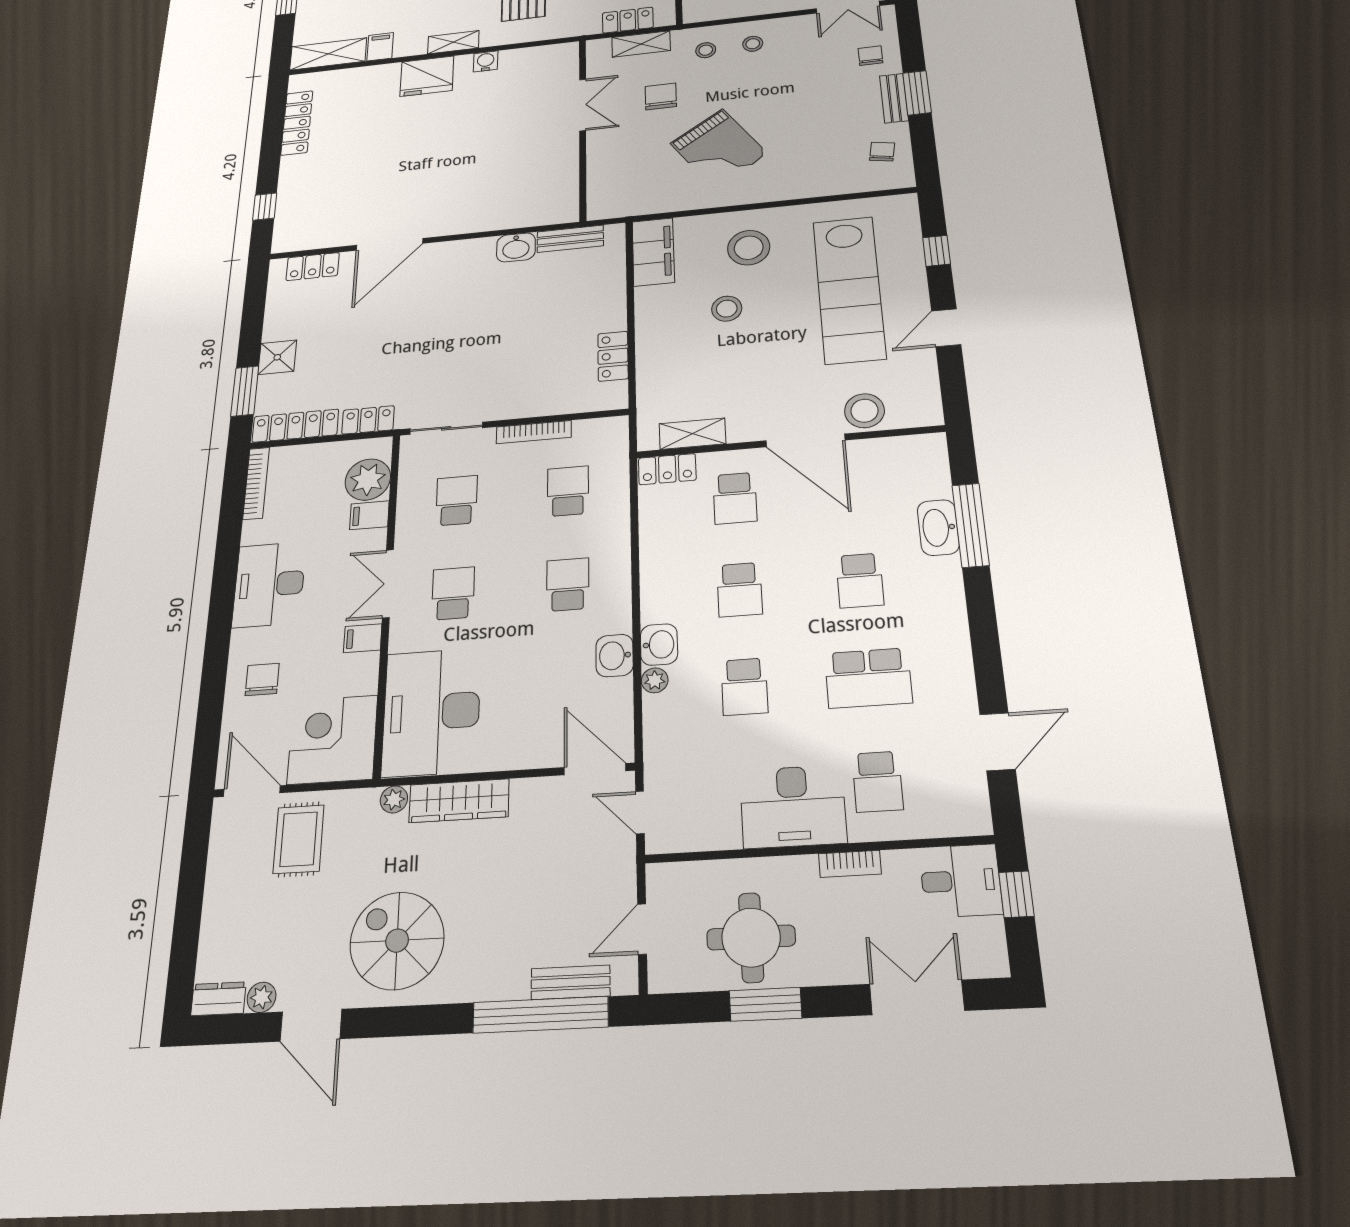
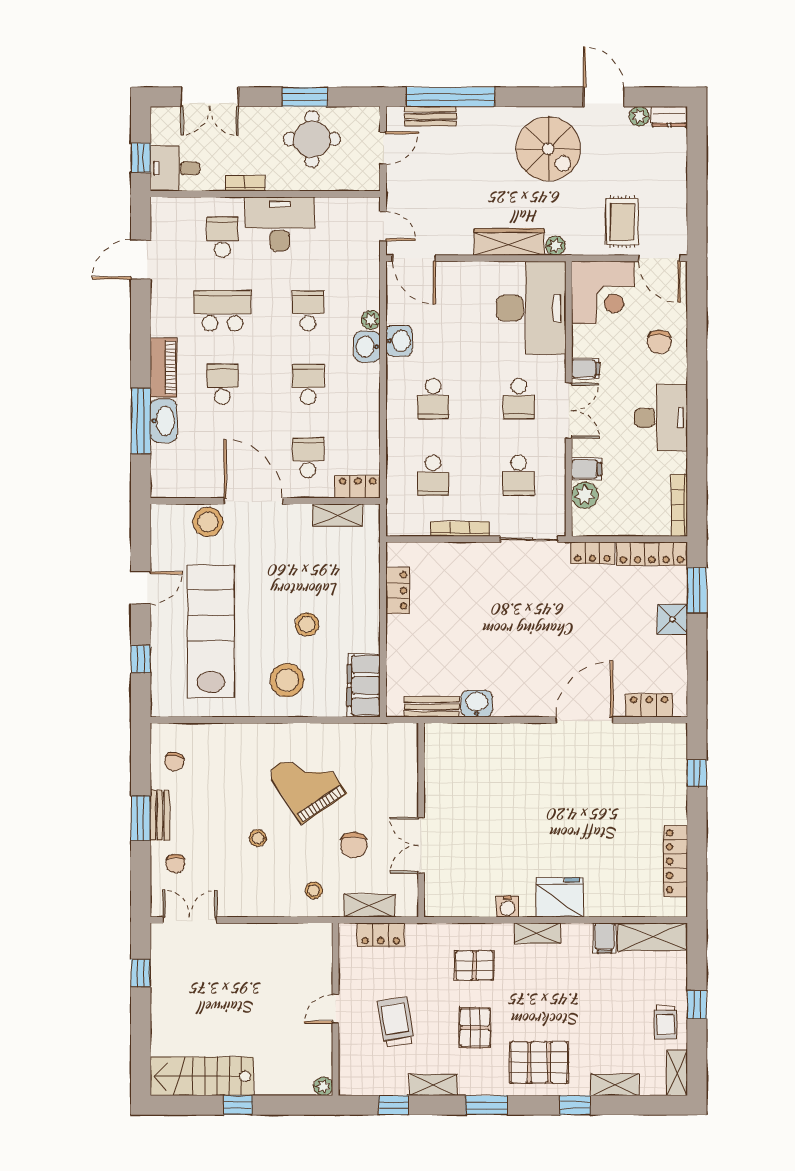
stool: (753, 44) -> (258, 838), moved
plant: (368, 480) -> (585, 495), width x0.73, depth x0.73
piano: (946, 596) -> (163, 368), added

